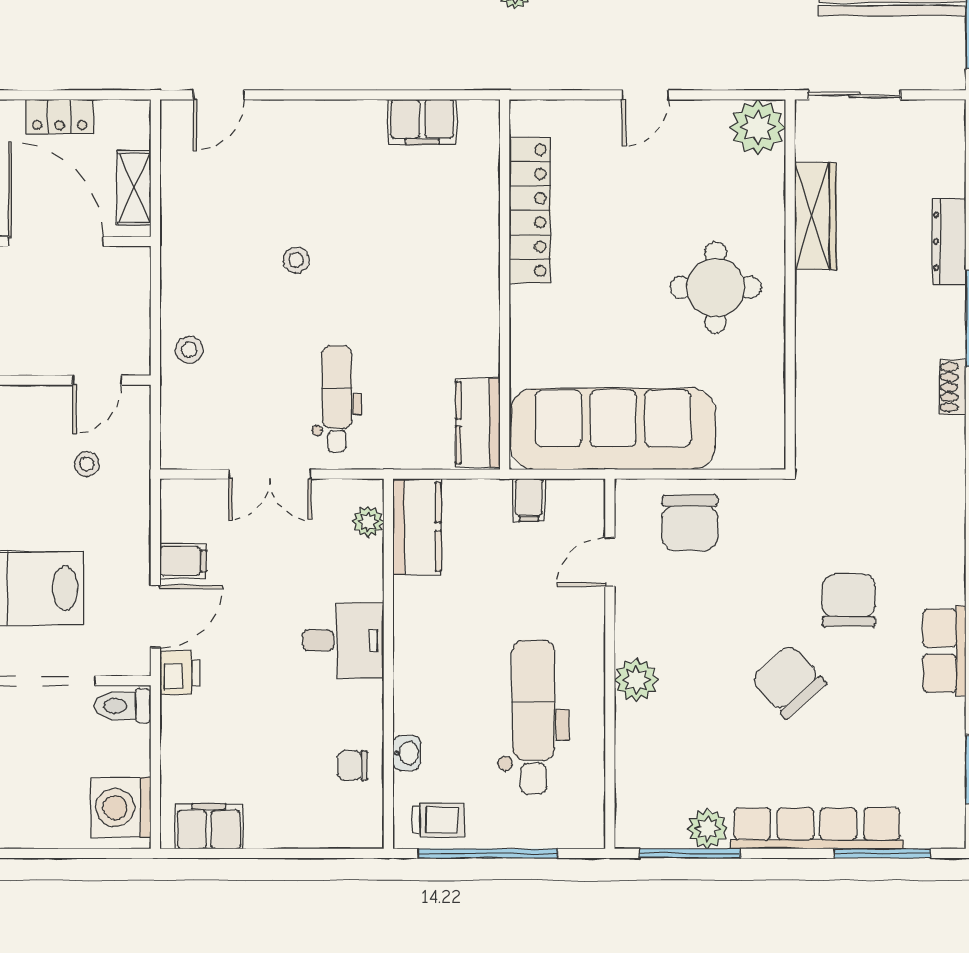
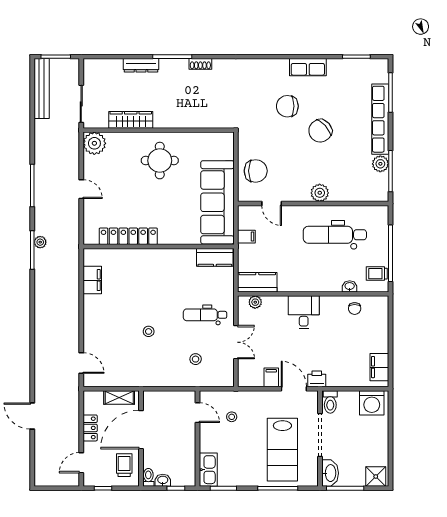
stool: (189, 350) -> (196, 359), moved
trolley: (438, 820) -> (377, 274), turned -90

